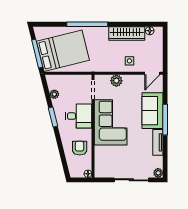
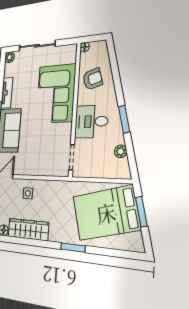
window: (87, 24) -> (73, 248), width x0.47
window: (37, 54) -> (141, 212), width x0.69
plant: (116, 81) -> (44, 168), removed
corner sofa: (111, 122) -> (56, 94), moved
armchair: (80, 148) -> (93, 79), turned -107

